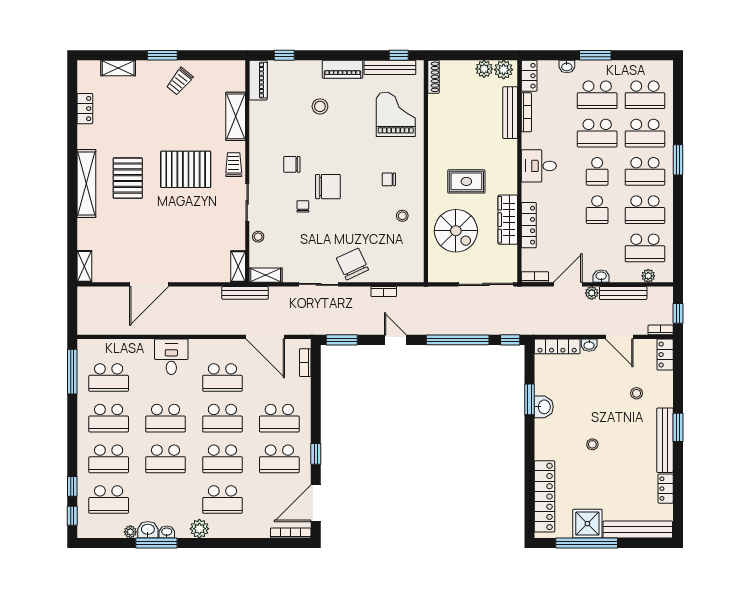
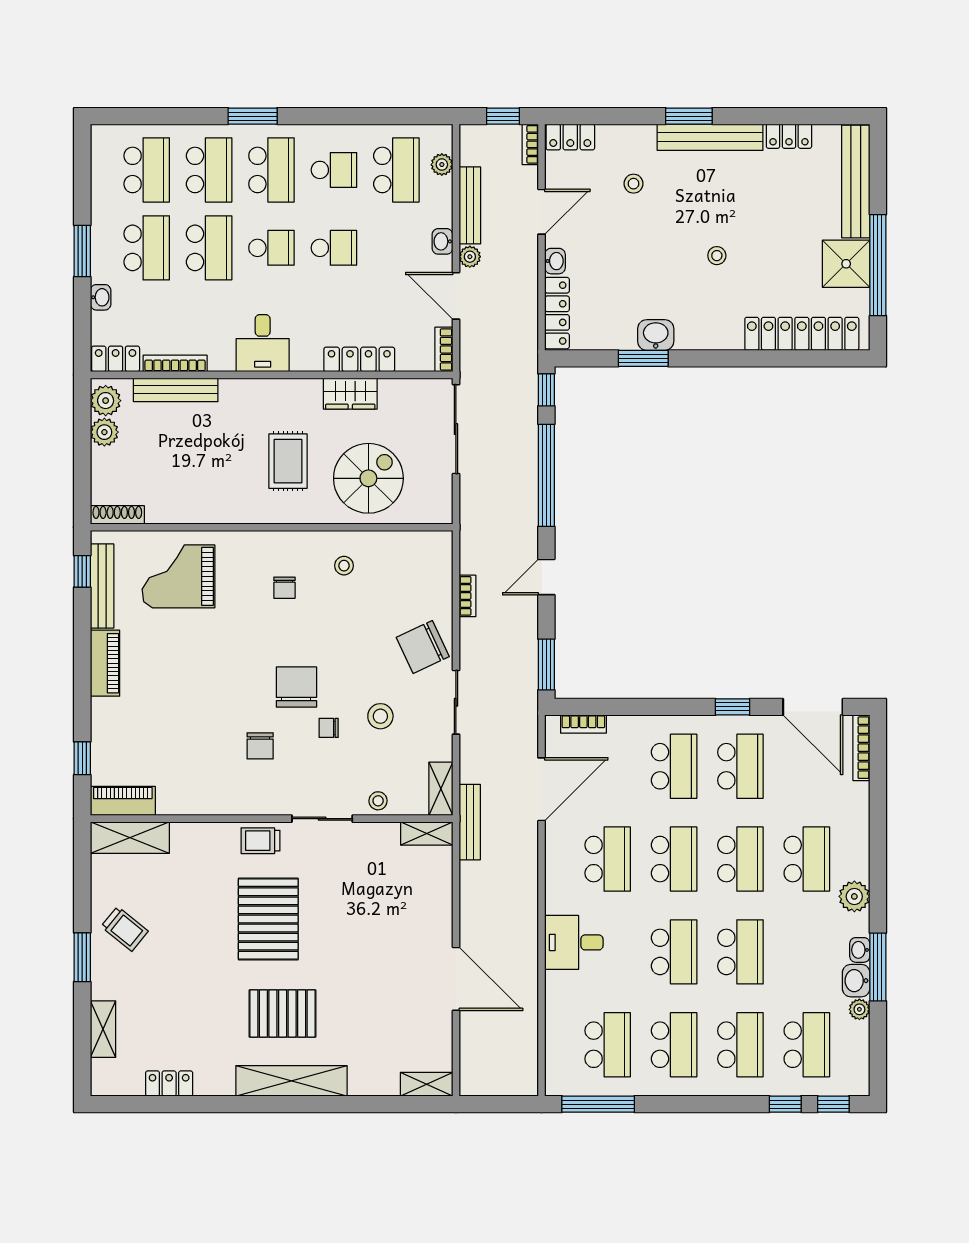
stool: (320, 106) -> (380, 716), moved
shelving: (236, 116) -> (130, 838), moved
school desk: (645, 210) -> (334, 170), width x0.54
wardrobe: (508, 220) -> (350, 394), width x0.67

